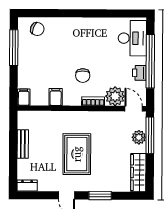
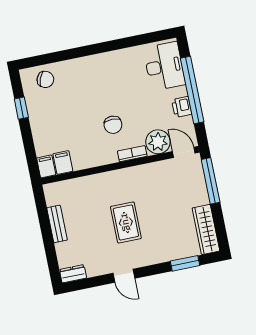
window: (14, 48) -> (21, 108), width x0.46
filing cabinet: (56, 97) -> (63, 163), moved
plant: (139, 137) -> (198, 186), removed
rug: (77, 154) -> (126, 222), width x0.73, depth x0.70
window: (100, 196) -> (185, 263), moved

